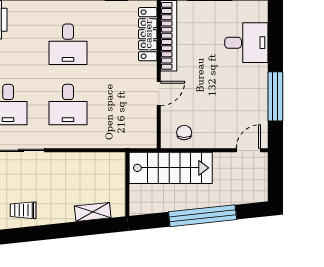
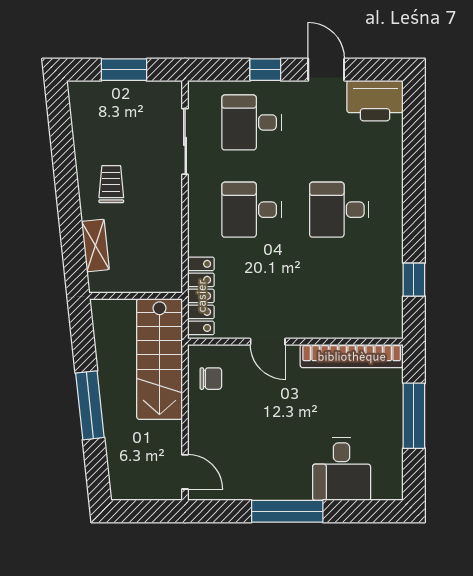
locker: (148, 34) -> (201, 296), moved, turned 90
window: (275, 96) -> (287, 511), moved
trolley: (23, 210) -> (111, 184), moved
window: (203, 216) -> (90, 405), width x0.68

